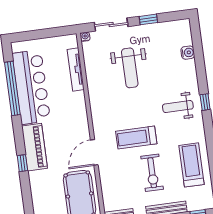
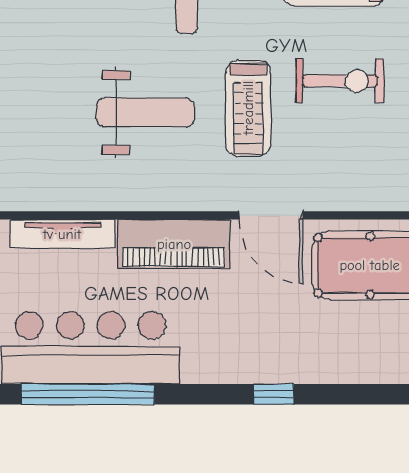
weight bench: (130, 68) -> (145, 113), moved
piano: (35, 147) -> (174, 244), moved, turned 180

